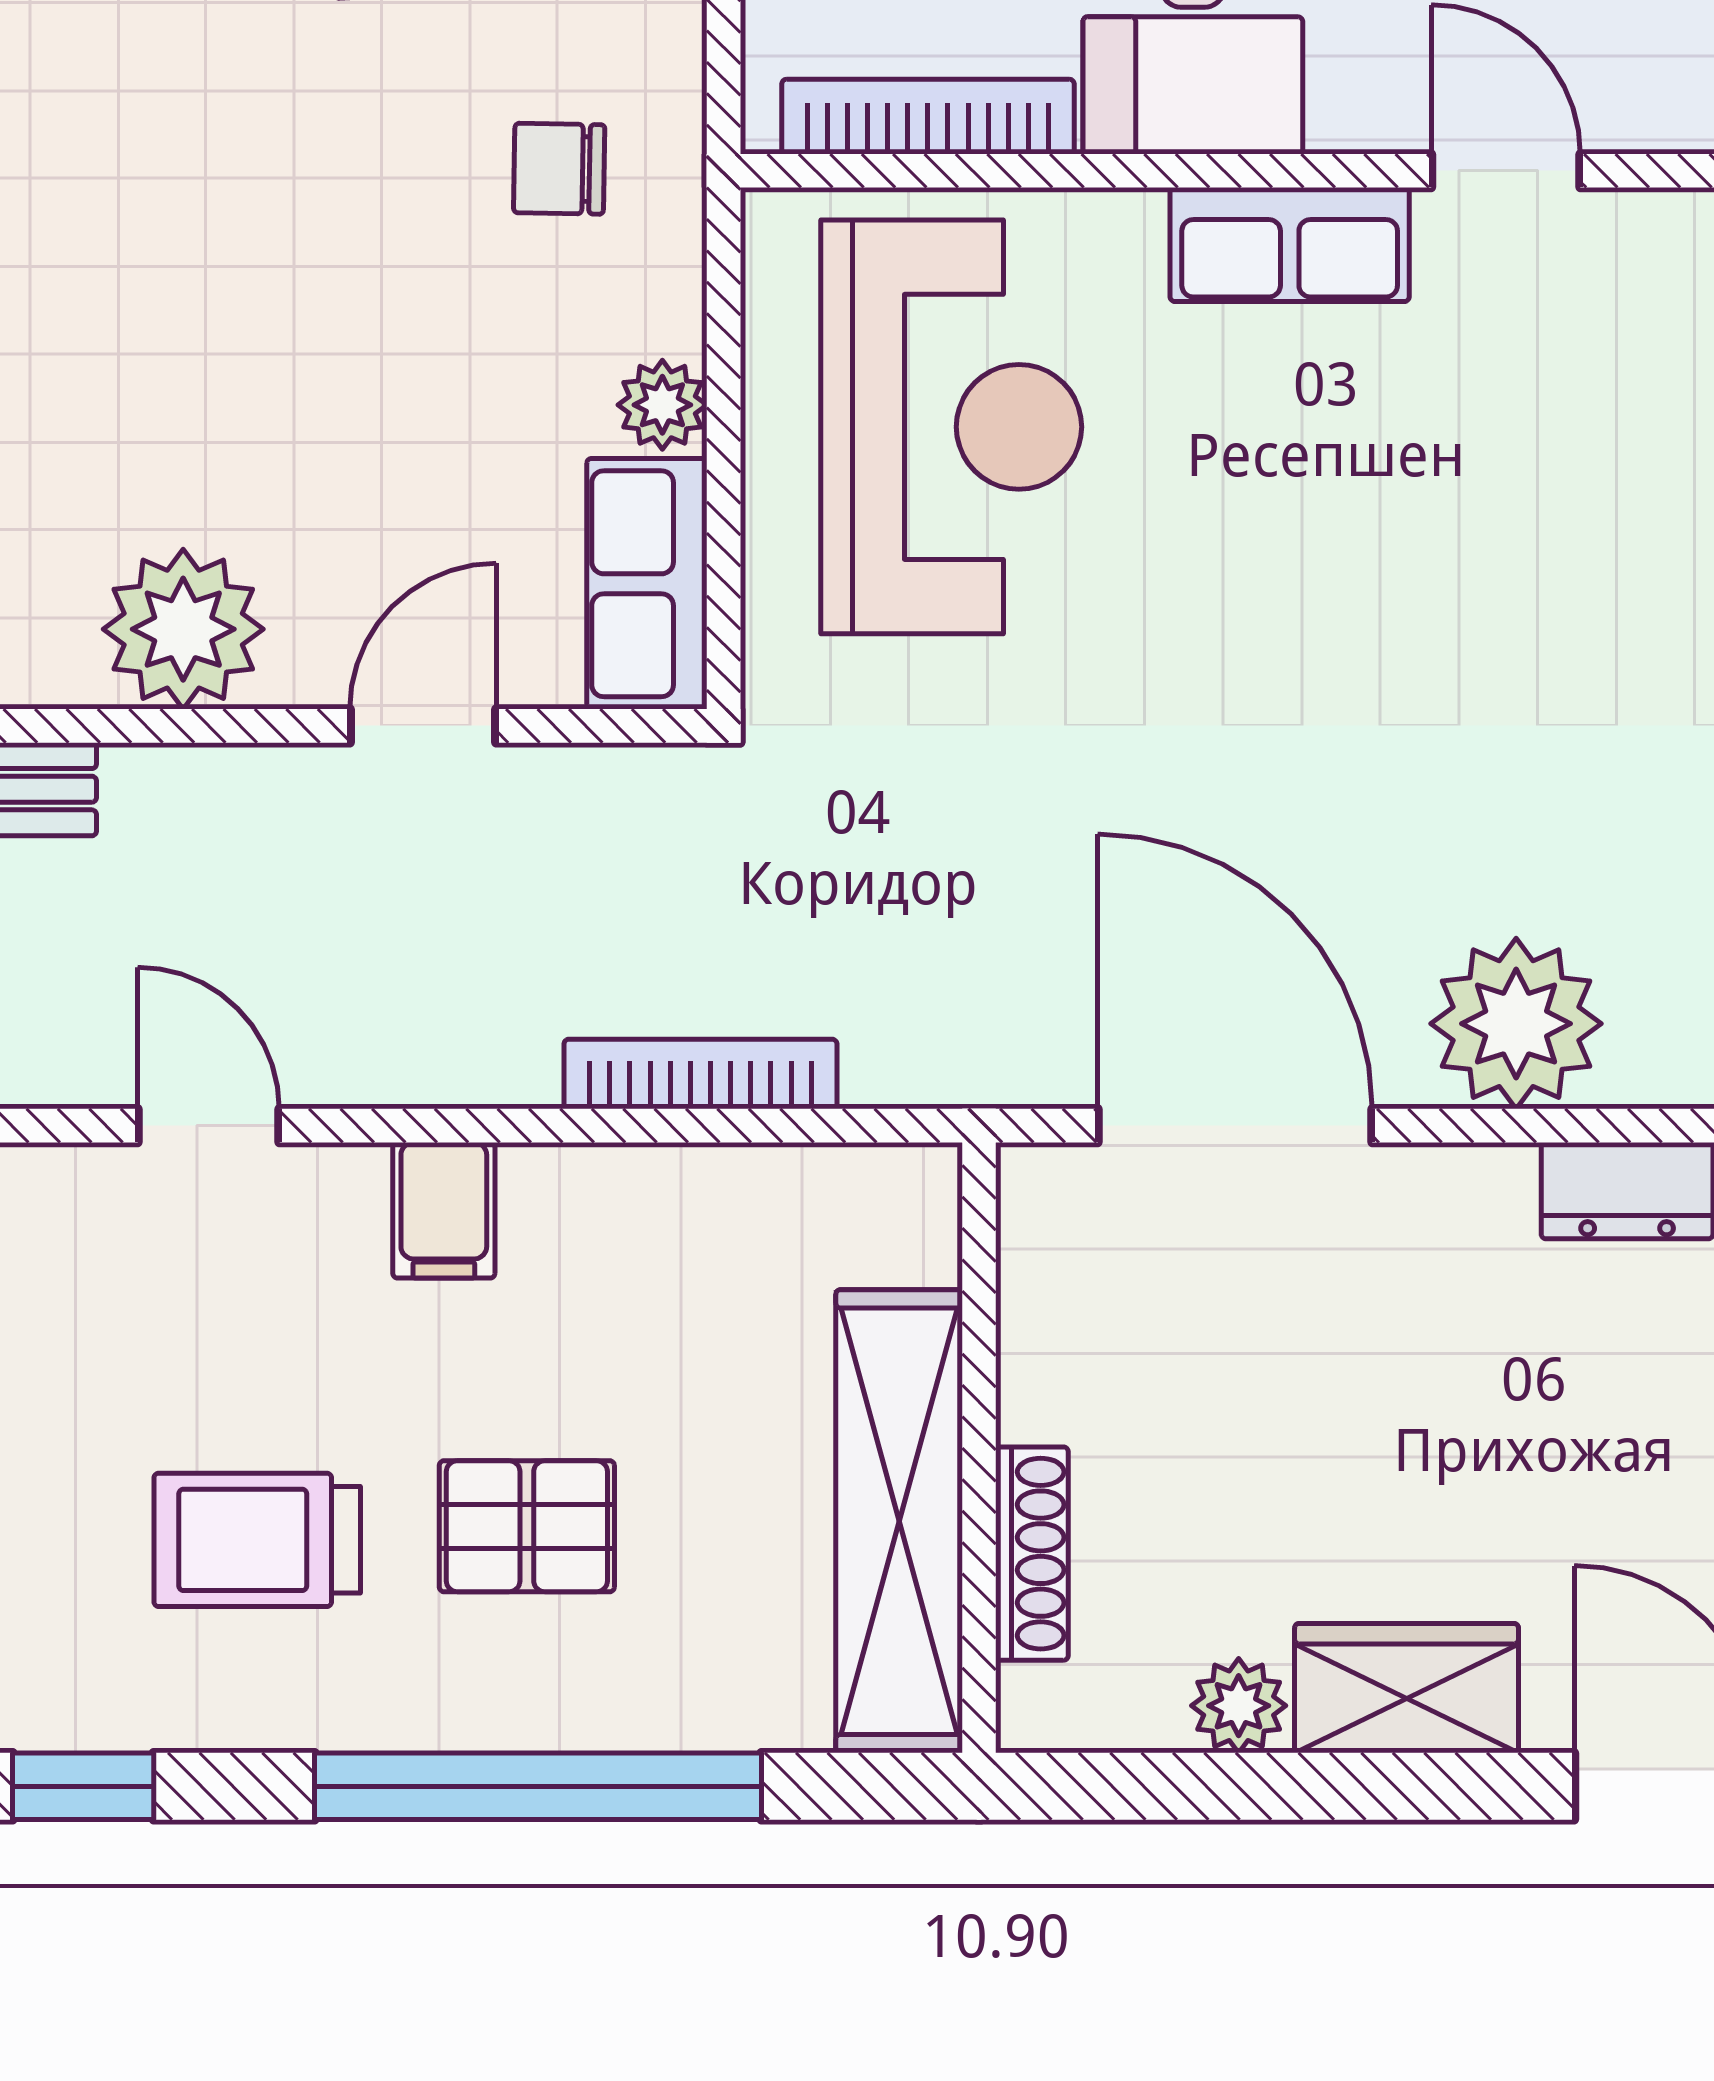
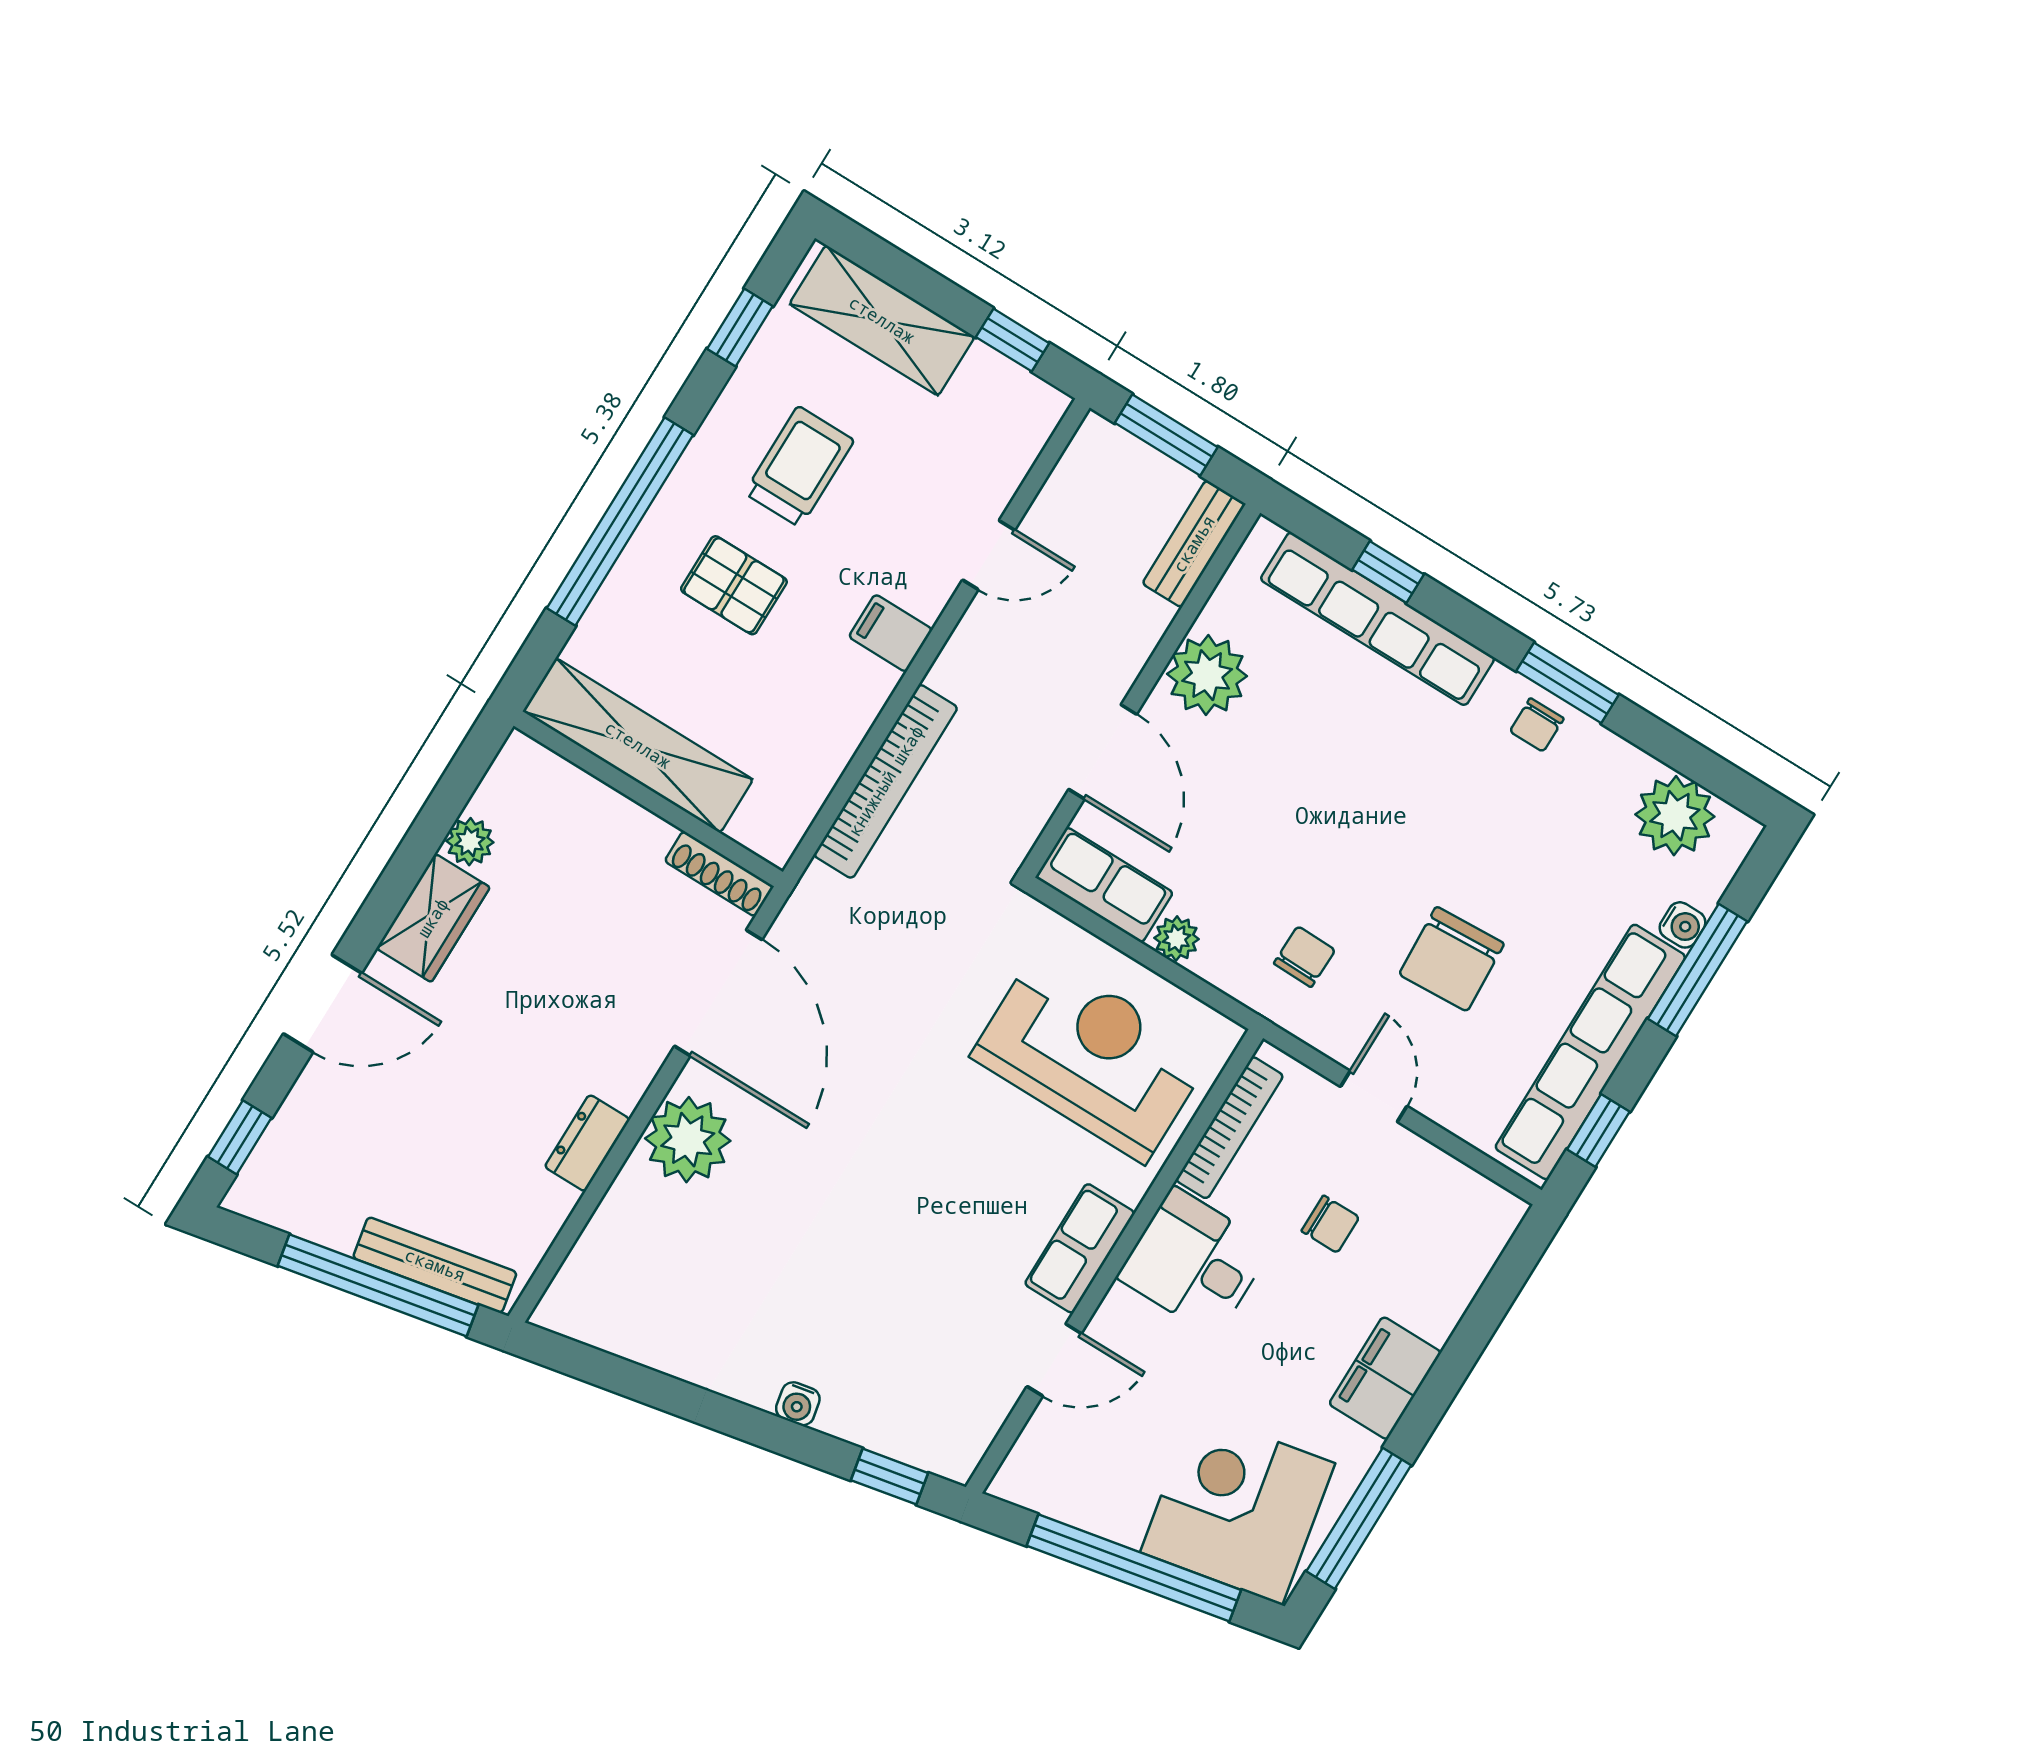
reception desk: (951, 427) -> (1091, 1056), turned 180
door: (423, 726) -> (1103, 752), width x1.38
bookcase: (700, 1074) -> (886, 781), width x1.48, depth x1.31
door: (1235, 1126) -> (718, 993), hinge flipped
pallet: (527, 1526) -> (734, 585), turned 90
shoe rack: (1032, 1554) -> (719, 874), moved

